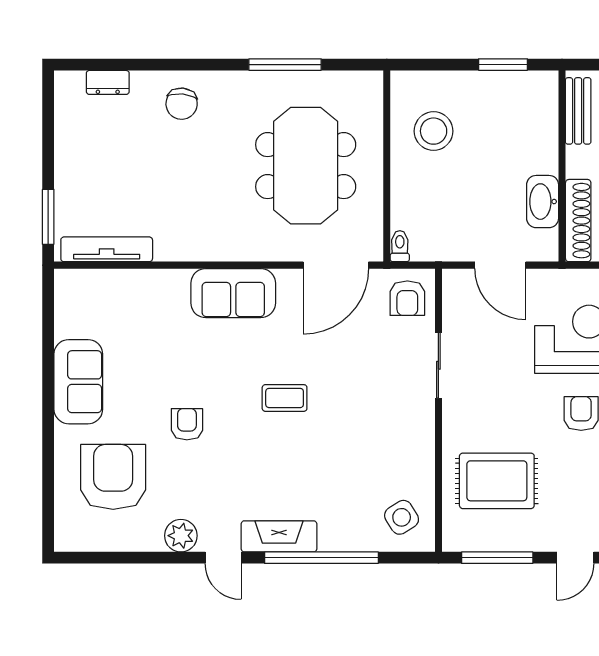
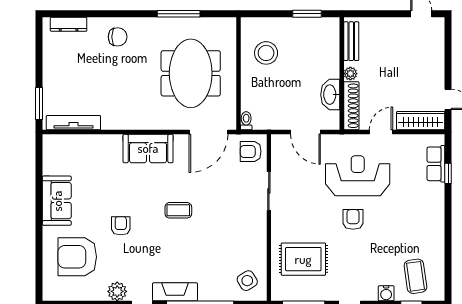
dresser: (108, 82) -> (69, 24), width x1.44
chair: (182, 104) -> (118, 37), turned -96
plant: (577, 166) -> (350, 74), added
armchair: (407, 298) -> (251, 151), turned 90
armchair: (113, 477) -> (77, 257), turned -90

